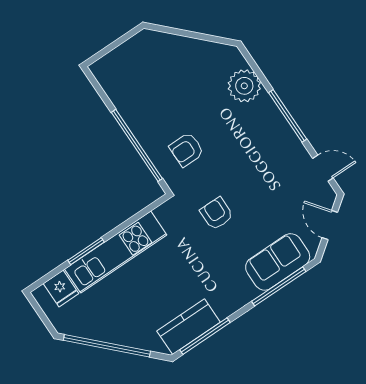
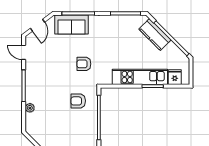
plant: (244, 86) -> (30, 108), width x0.53, depth x0.53
armchair: (187, 150) -> (78, 101), turned 180
armchair: (217, 214) -> (84, 64), turned 90
kitchen counter: (189, 327) -> (155, 35), moved, turned 45

